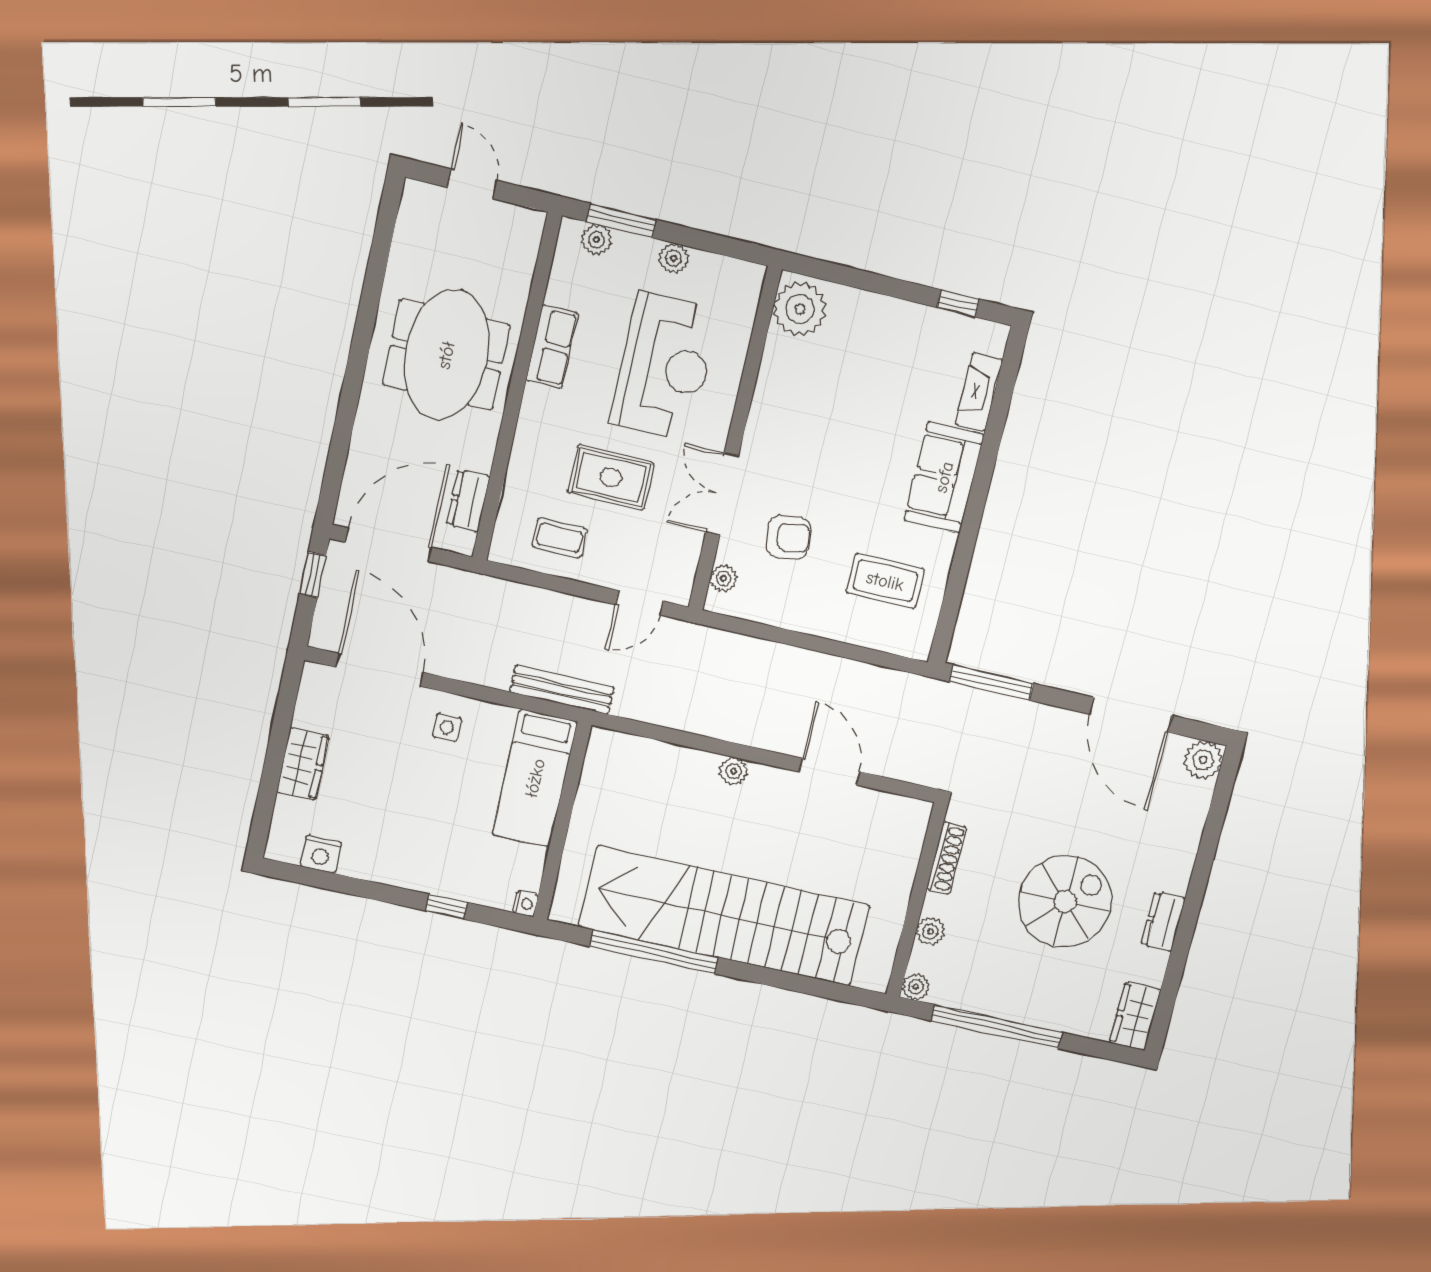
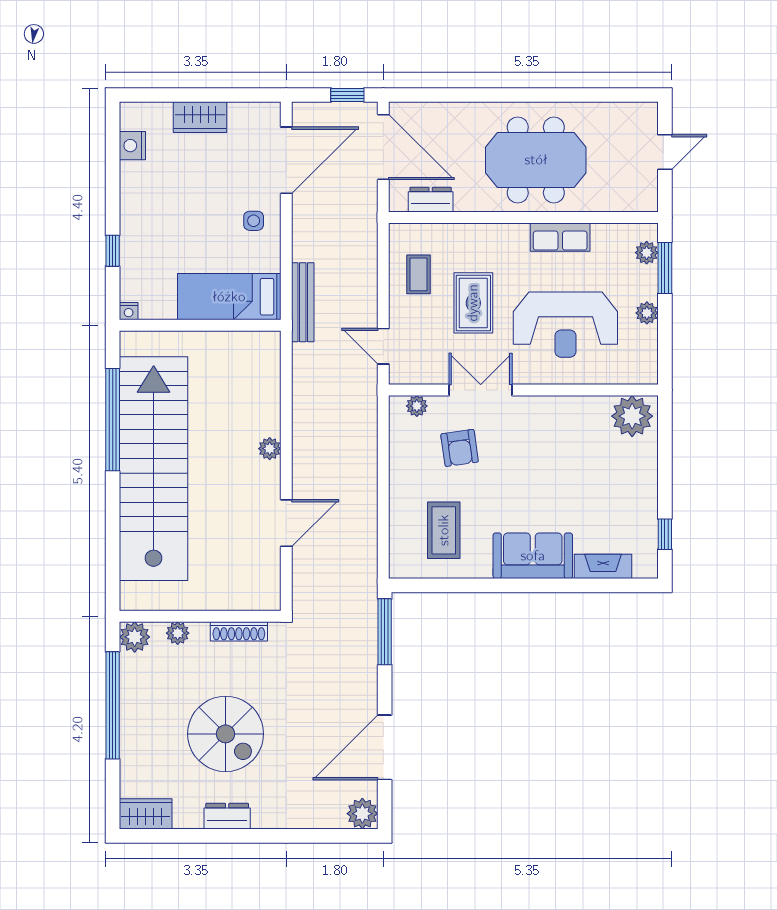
plant: (916, 987) -> (135, 637), width x1.38, depth x1.38

